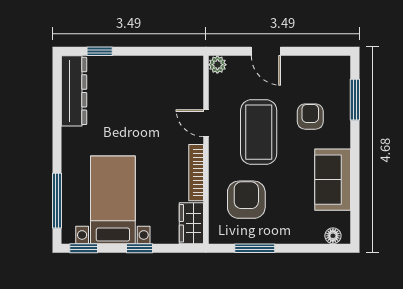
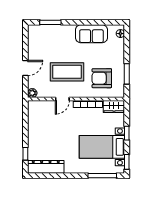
armchair: (310, 117) -> (59, 45), removed

